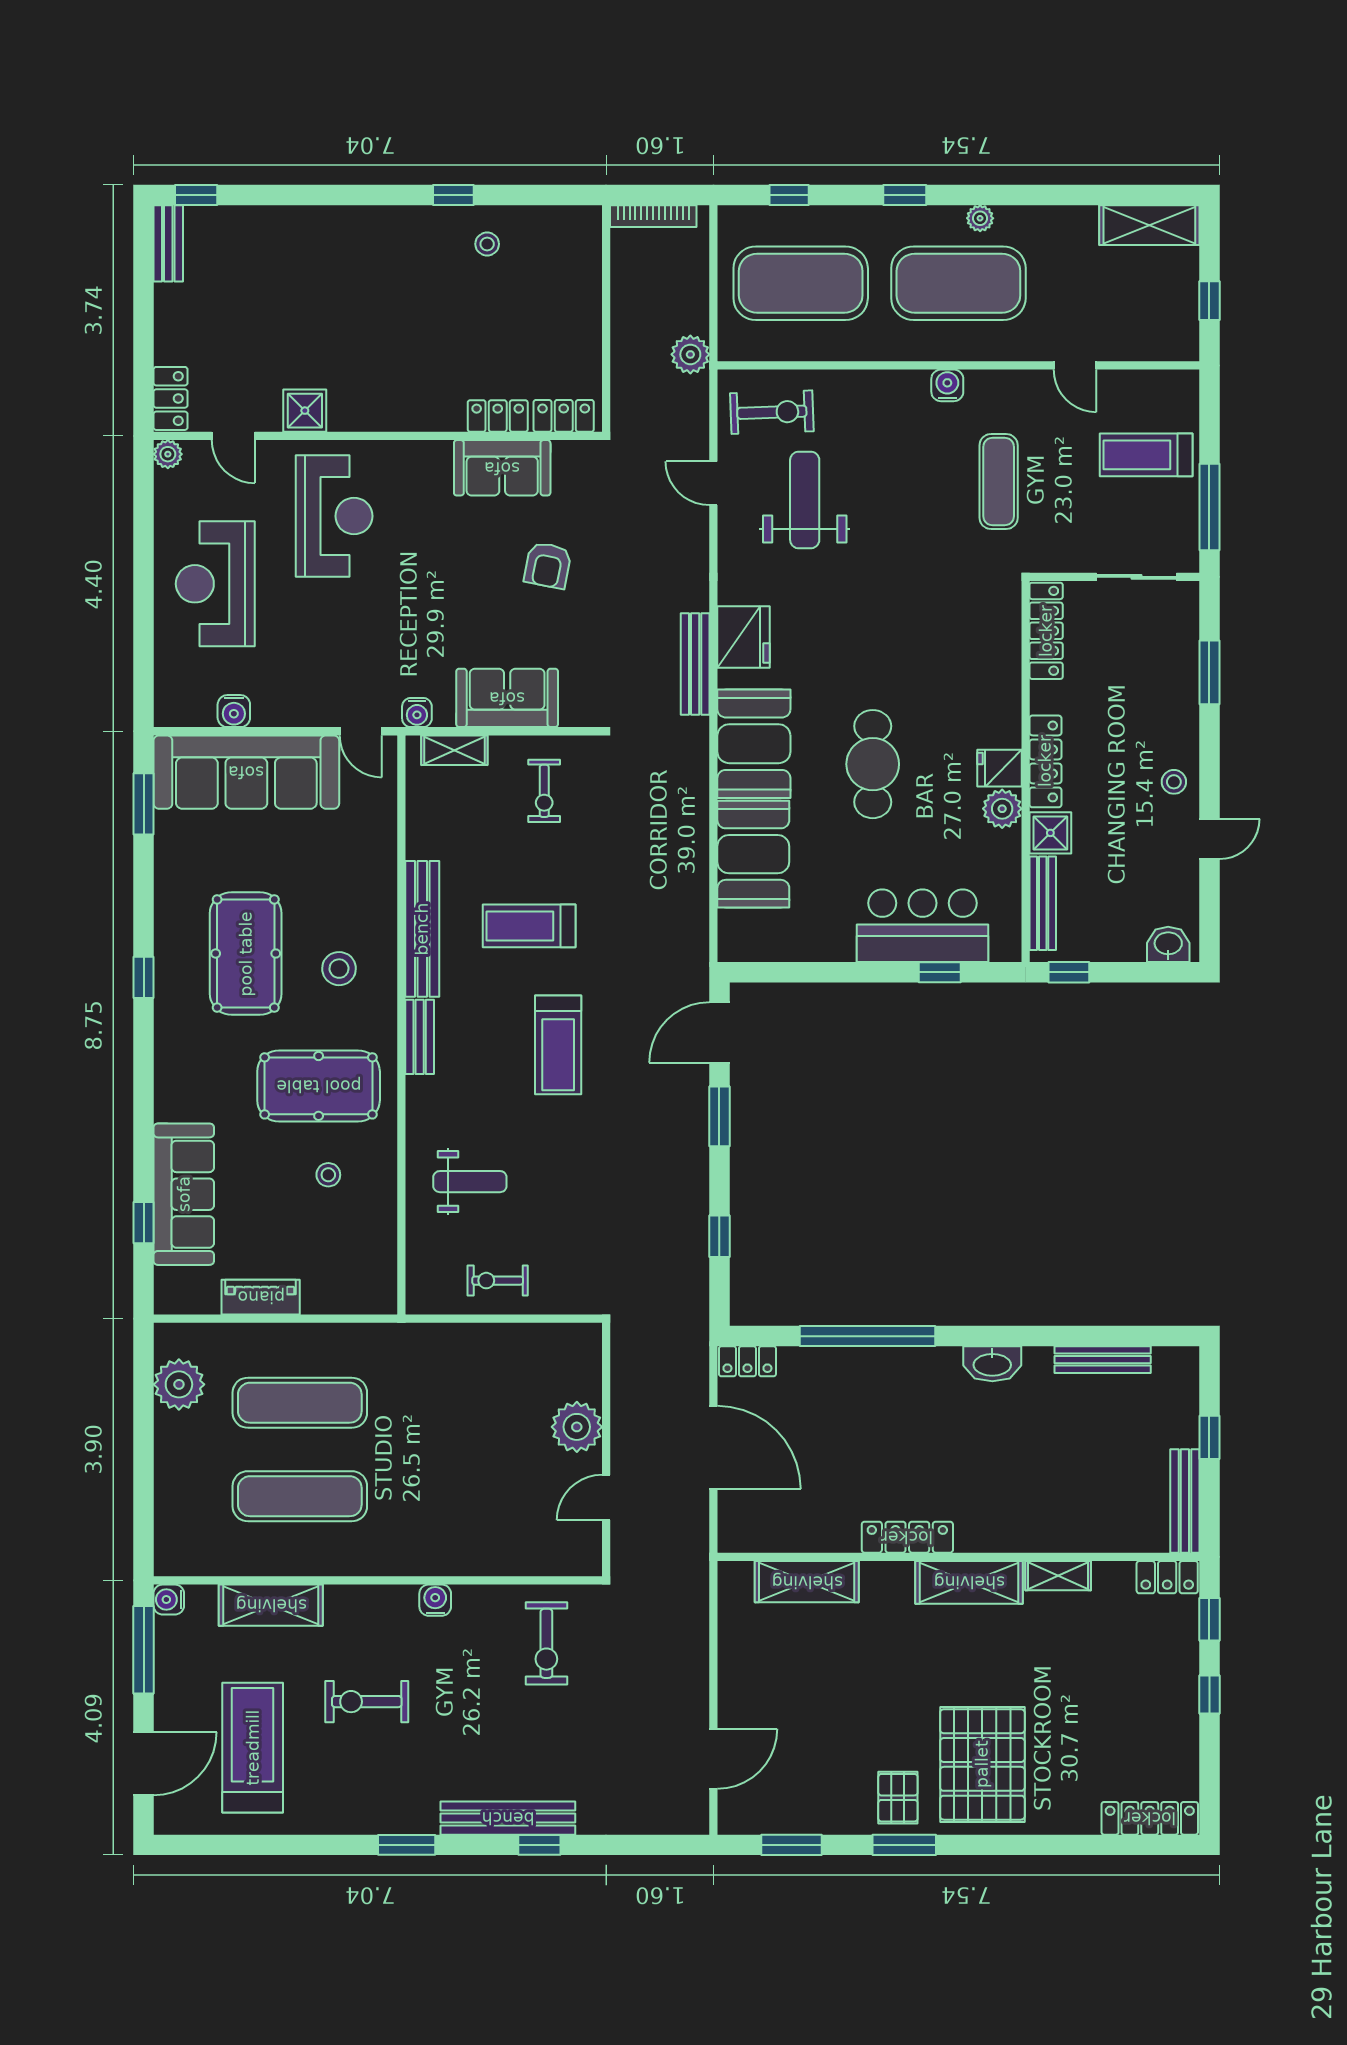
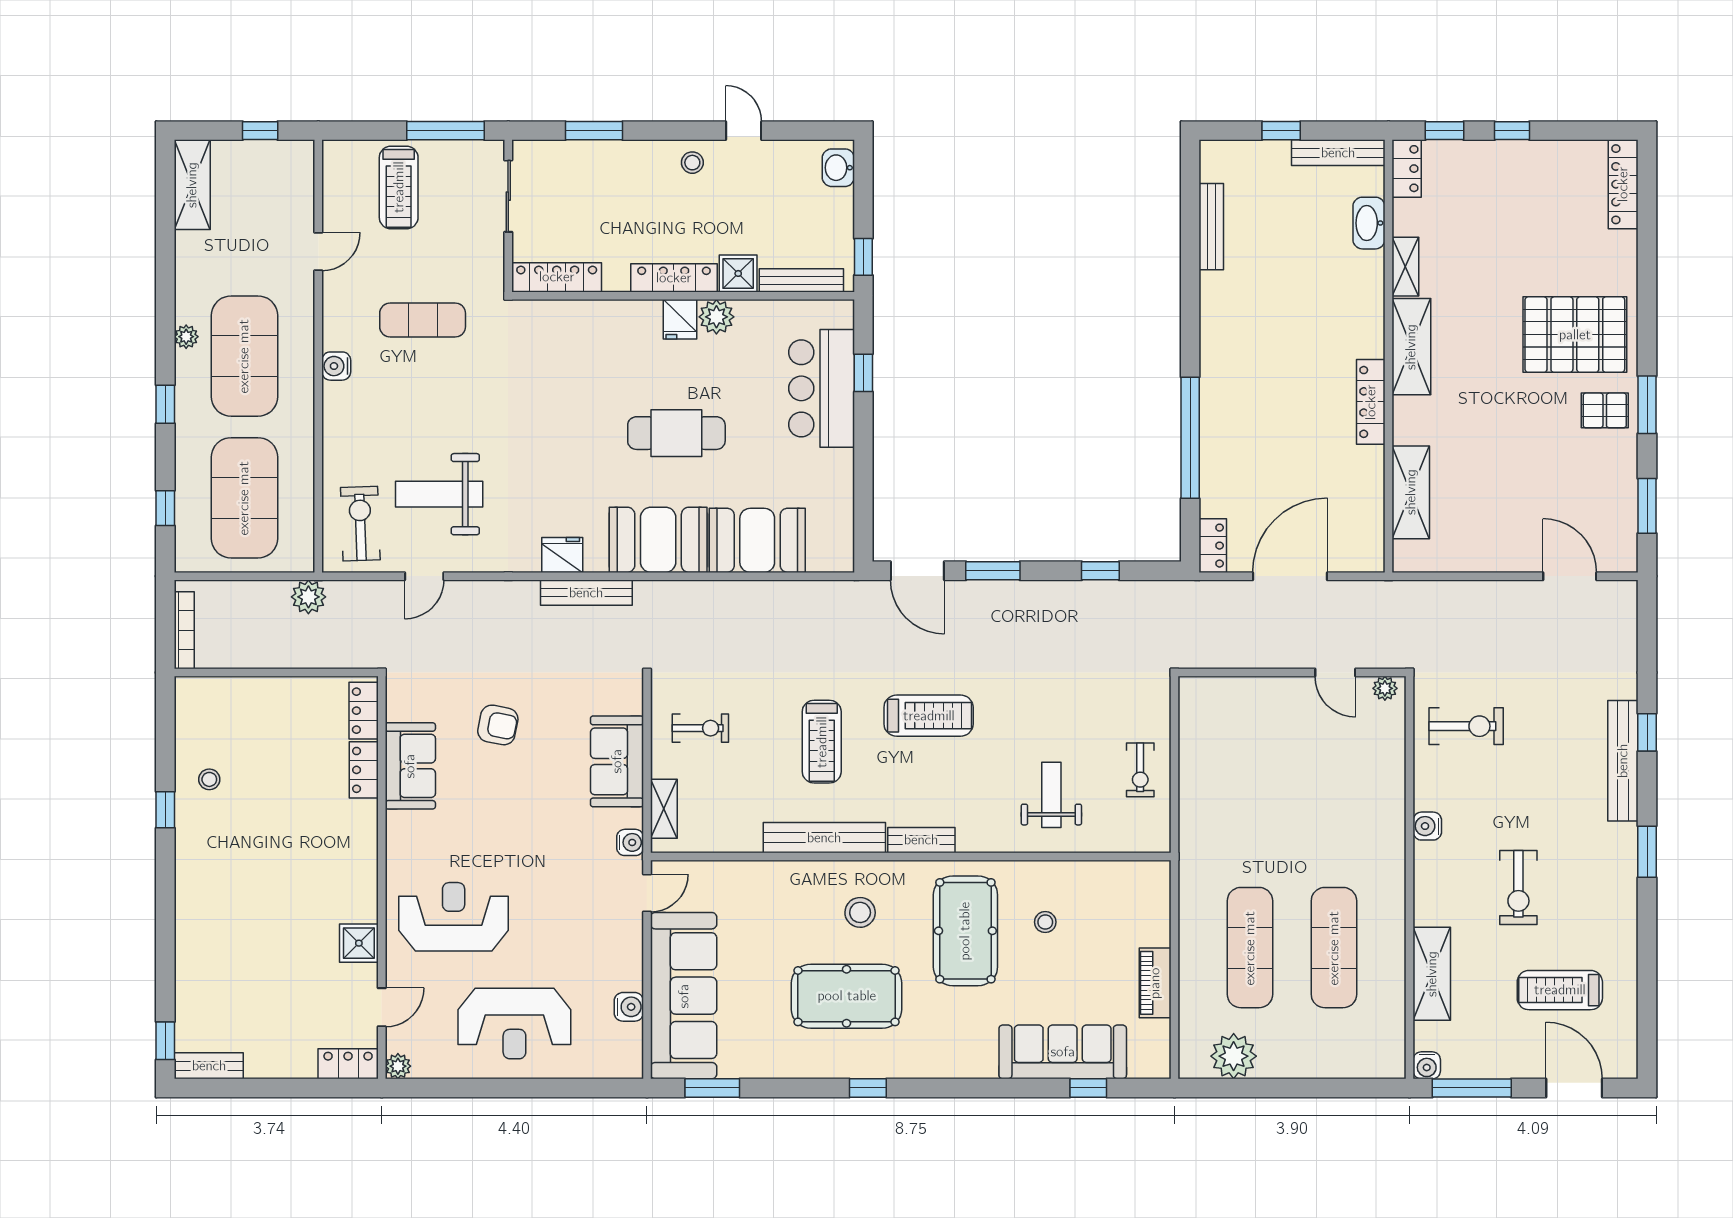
fridge: (744, 637) -> (562, 555), width x0.73, depth x0.75
washbasin: (992, 1364) -> (1369, 223), moved, turned 180
plant: (577, 1427) -> (1385, 688), moved, width x0.53, depth x0.53
treadmill: (253, 1748) -> (1560, 990), width x0.73, depth x0.73

